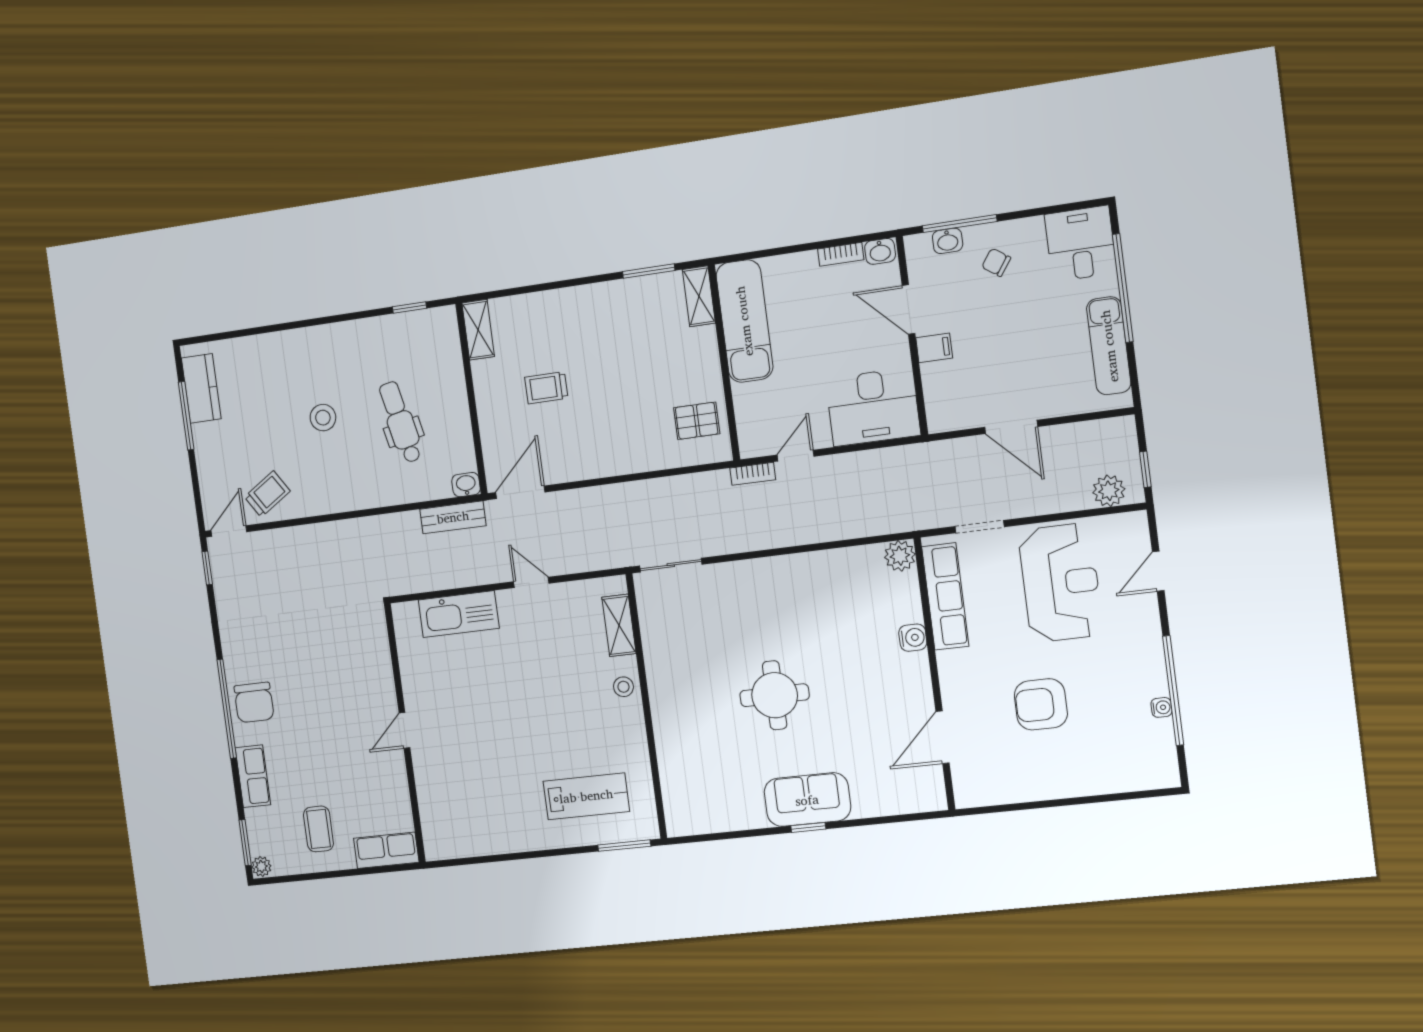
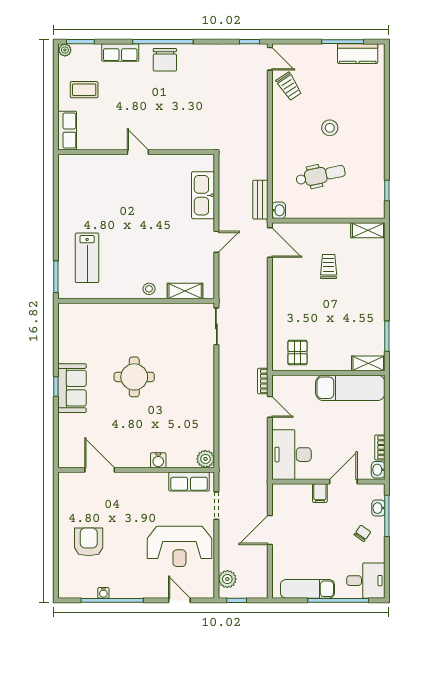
row of seats: (945, 596) -> (189, 481), width x0.68
chair: (254, 703) -> (165, 60), turned -90
armchair: (1041, 704) -> (89, 542), moved

